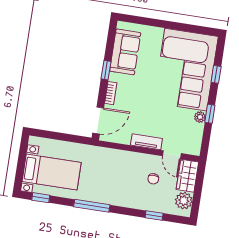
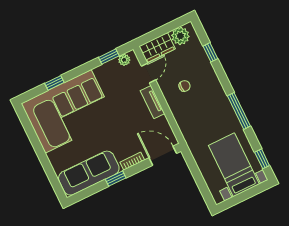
sofa: (125, 52) -> (89, 173), width x1.36
window: (210, 114) -> (109, 57), moved
plant: (200, 117) -> (124, 60), moved
chair: (153, 179) -> (185, 86), moved

